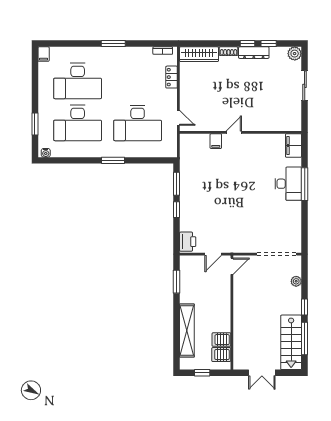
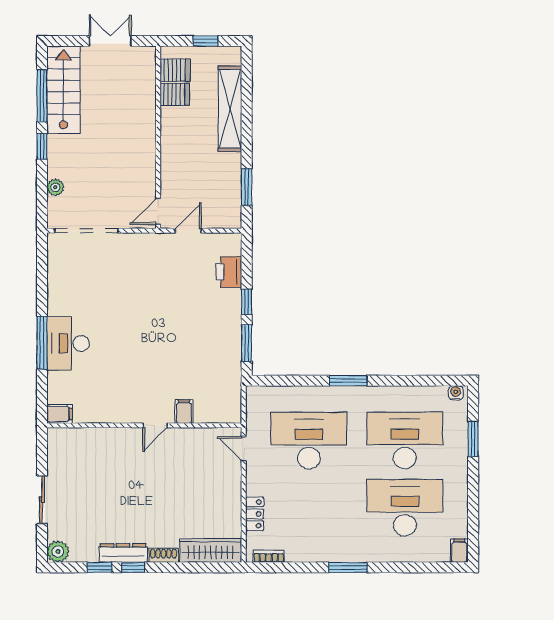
filing cabinet: (294, 146) -> (60, 414), width x0.50
printer: (188, 242) -> (229, 272), moved

